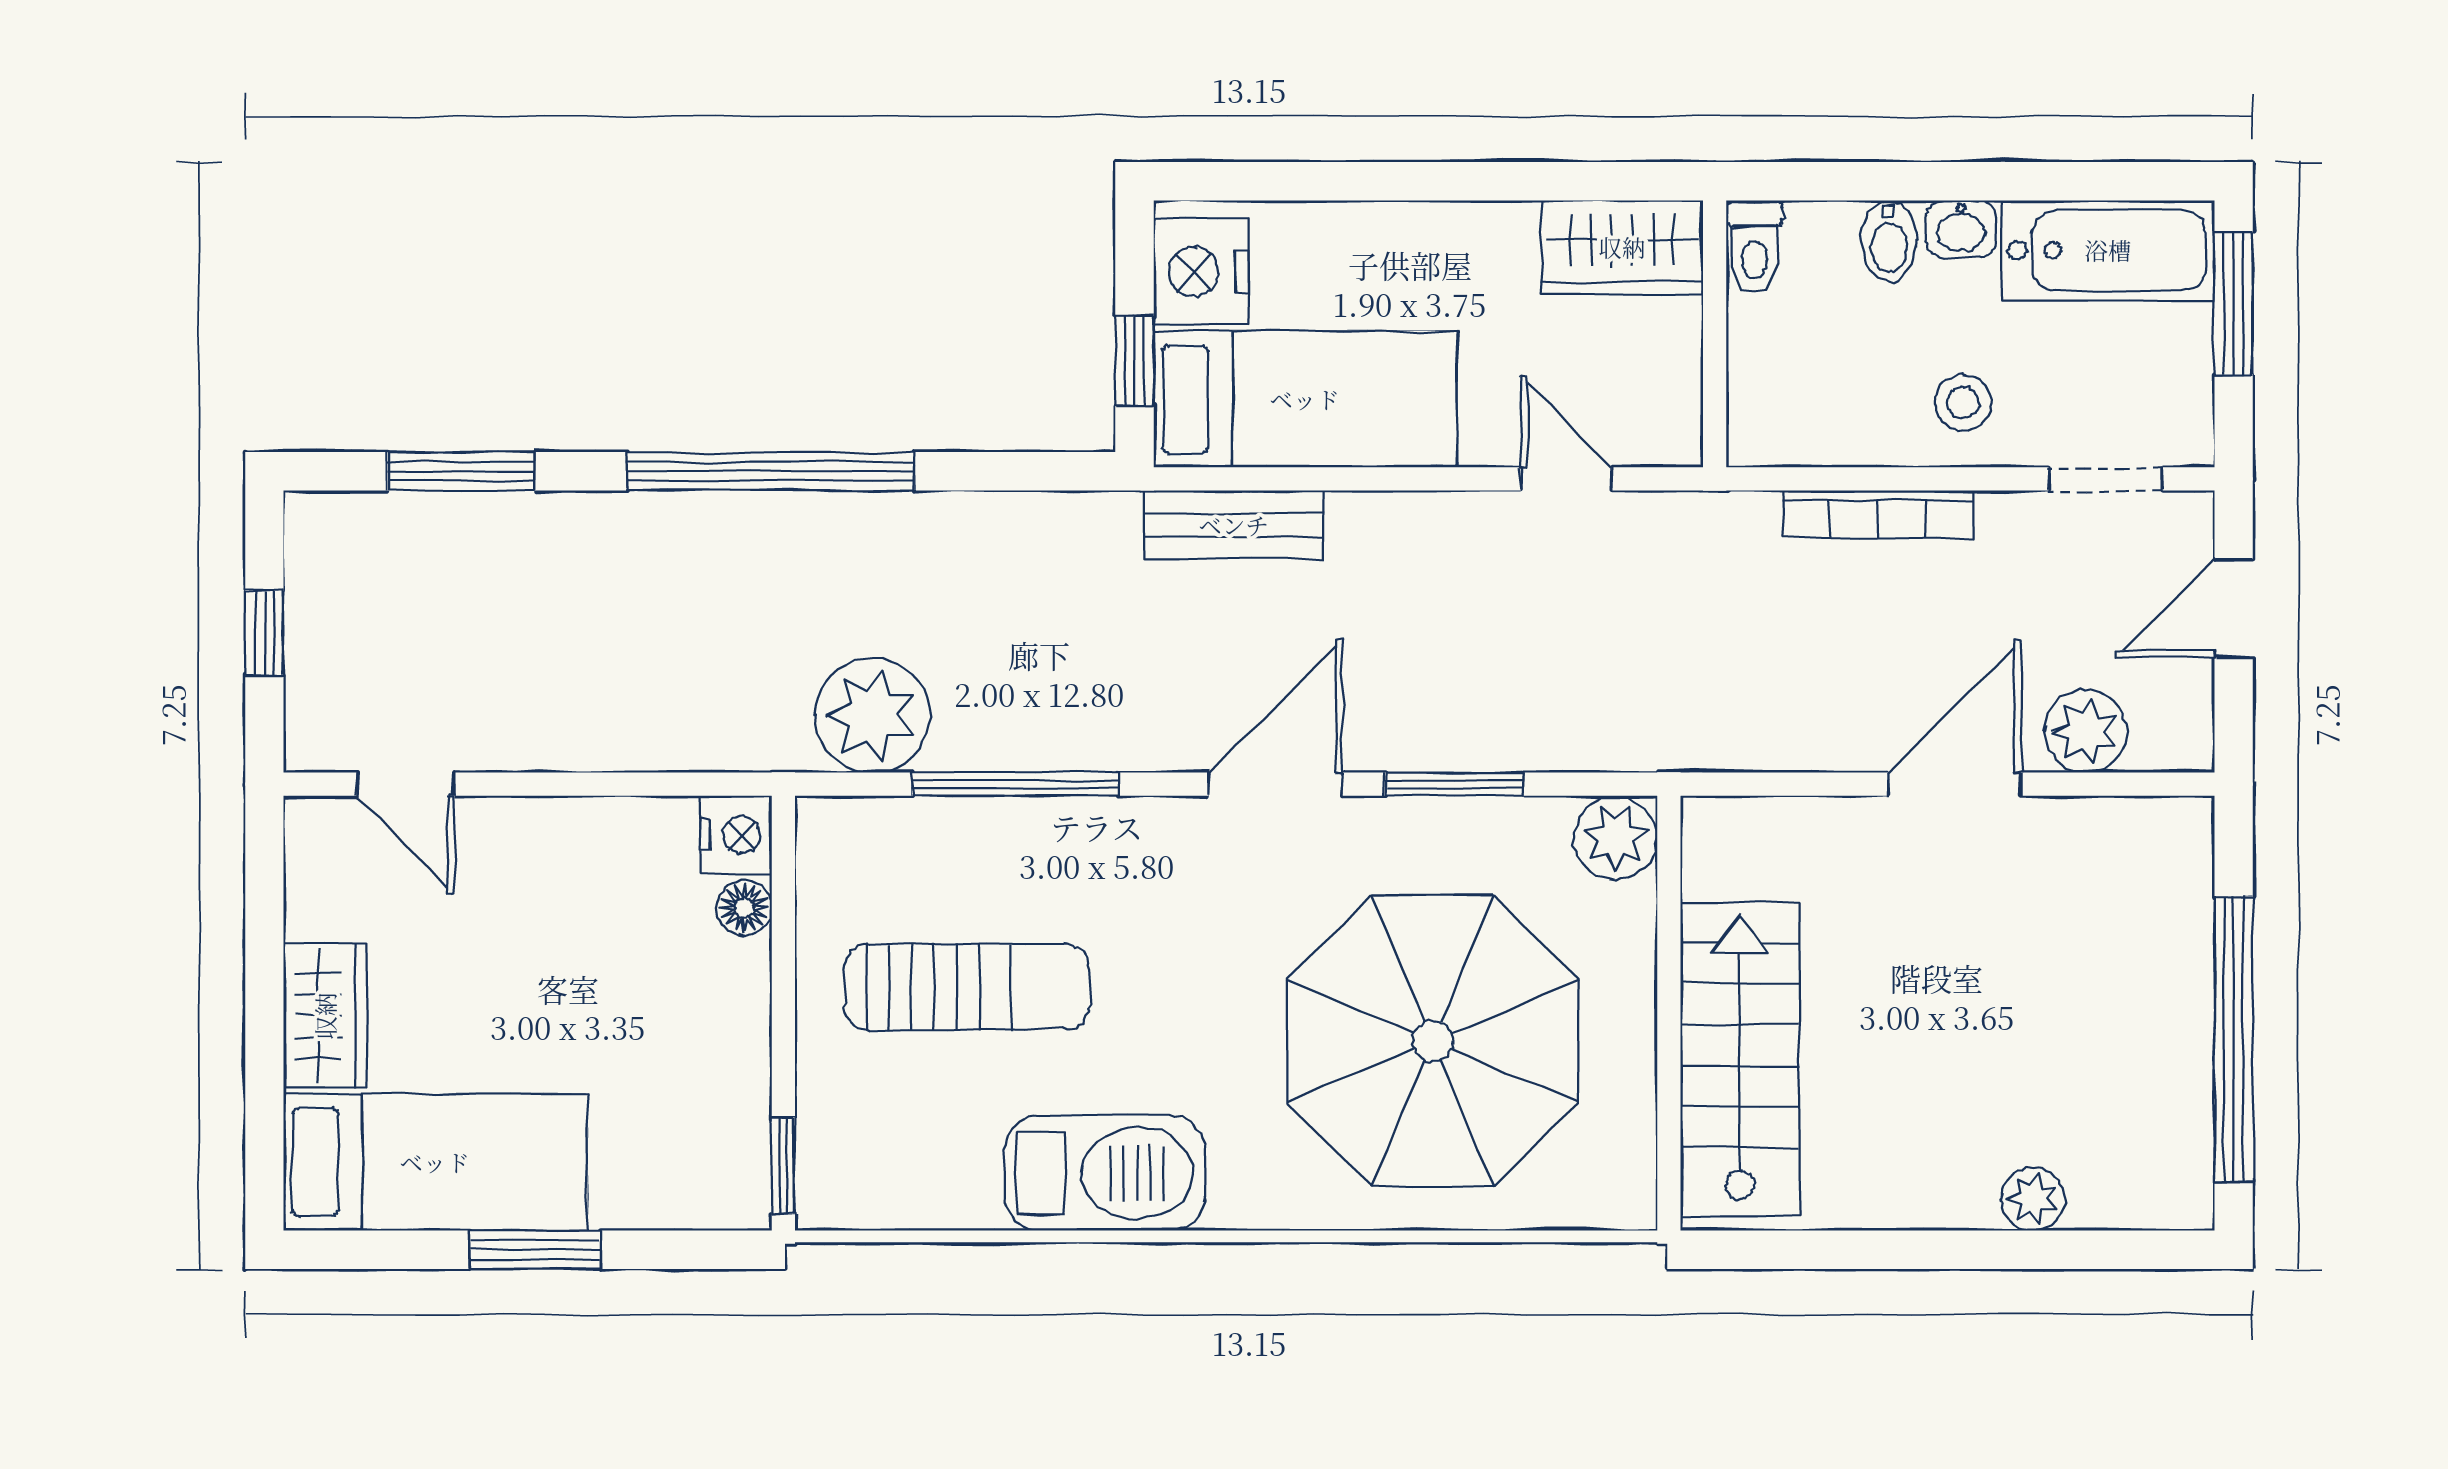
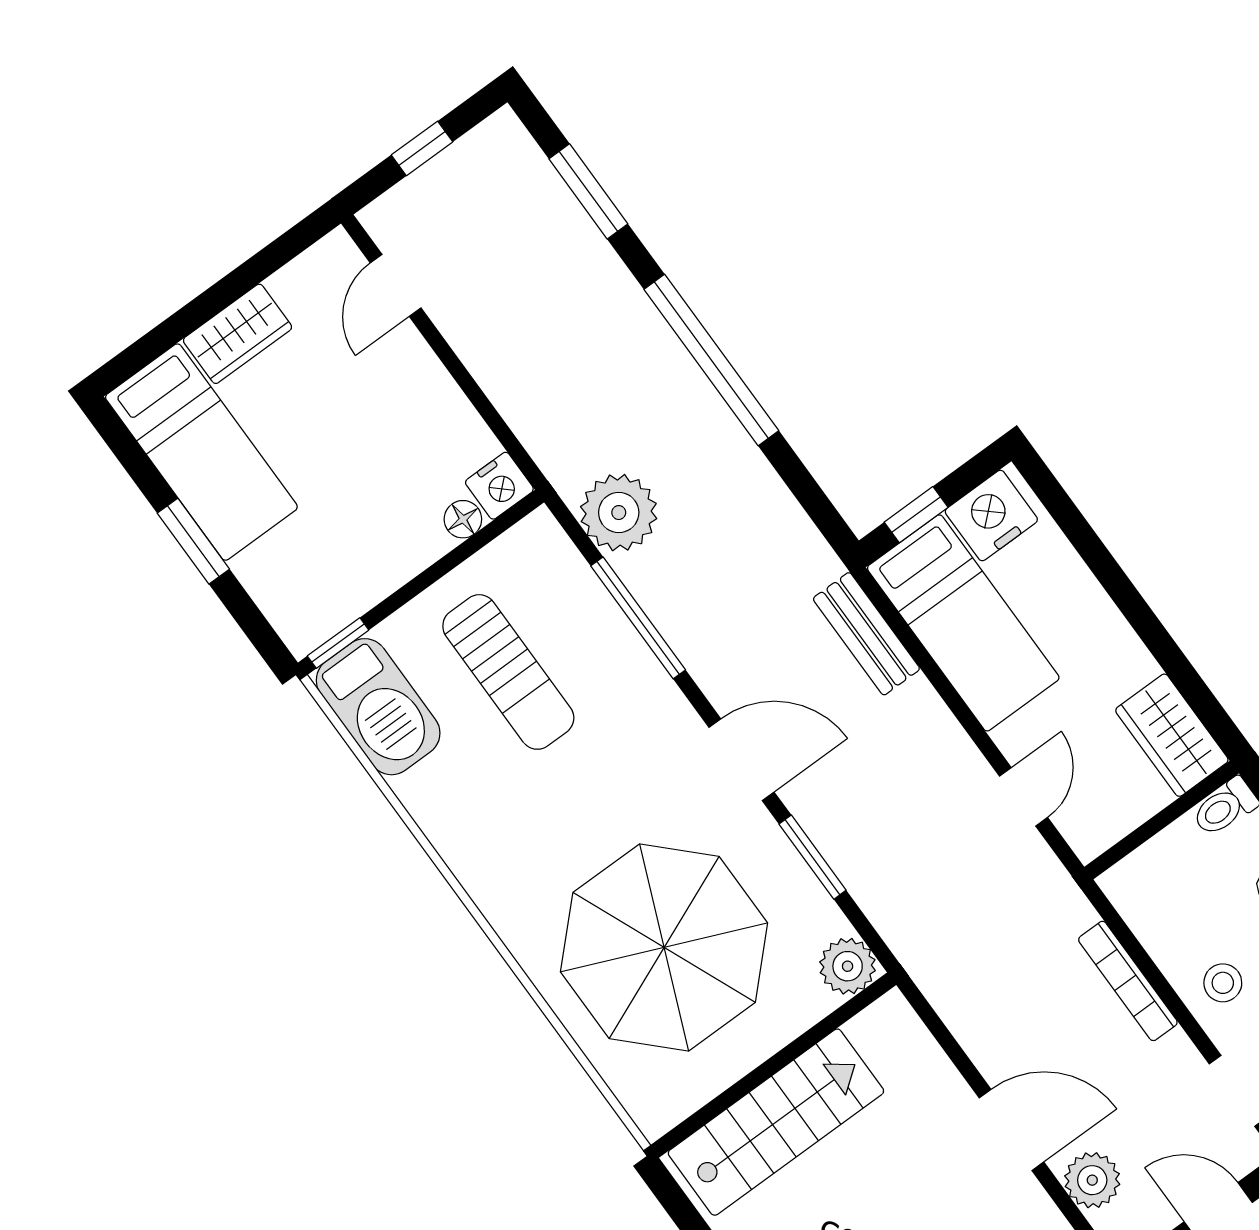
barbecue: (1105, 1173) -> (378, 707), moved

